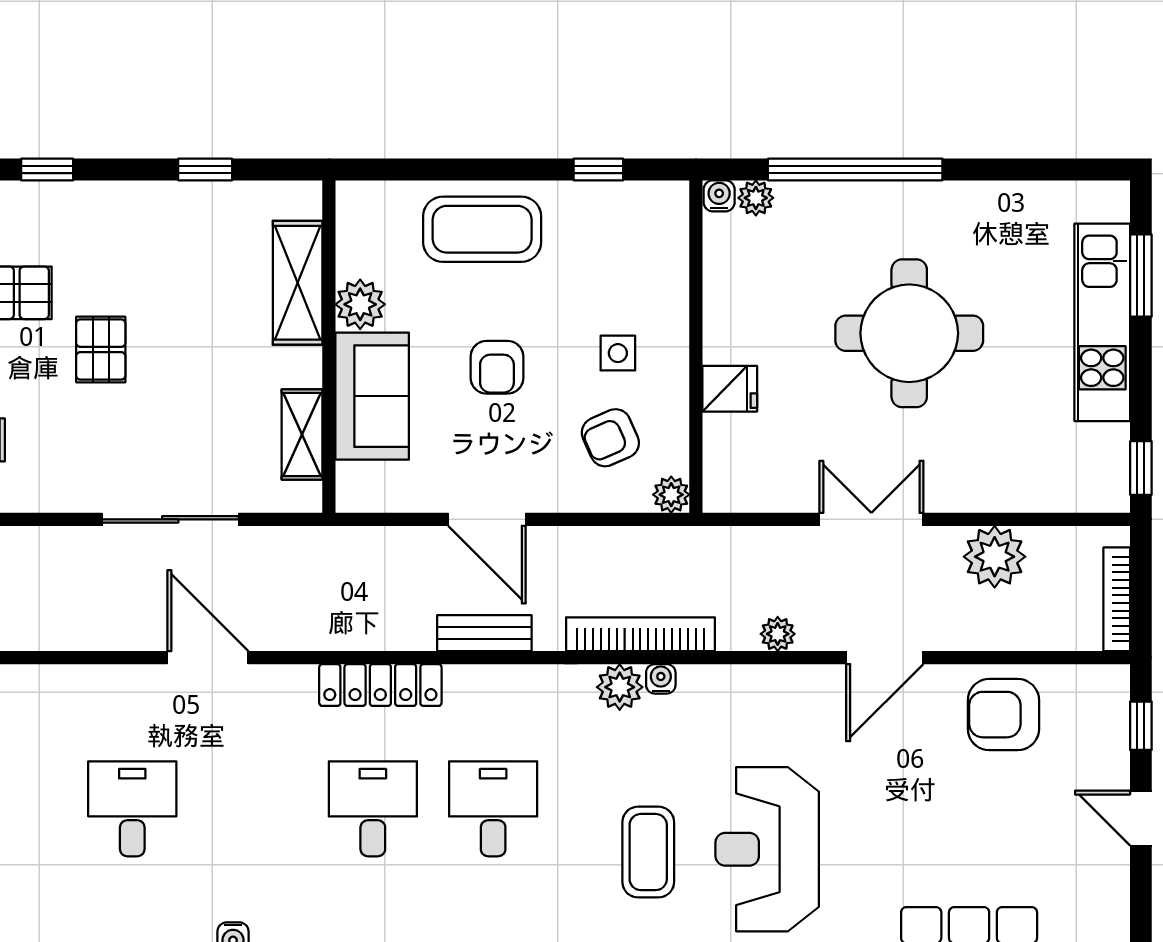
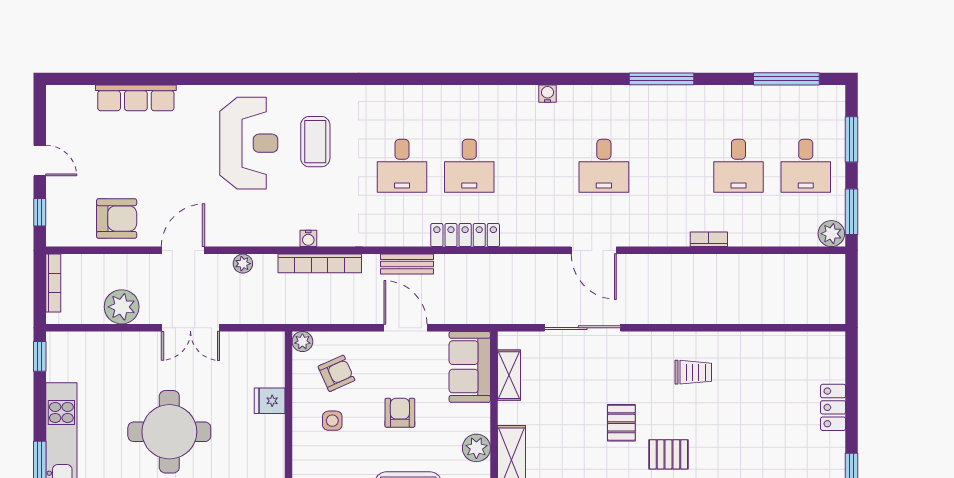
sofa: (372, 396) -> (470, 367), moved
door: (208, 658) -> (594, 250), moved
plant: (620, 687) -> (331, 234), removed

